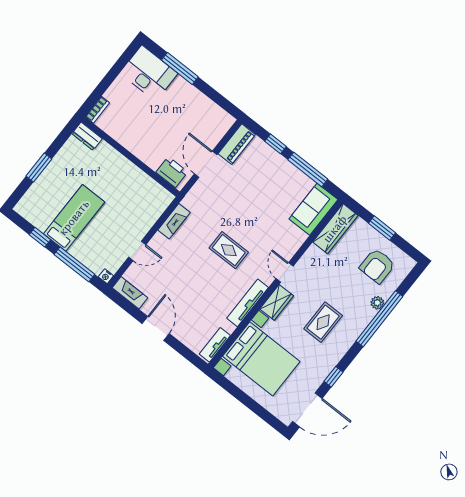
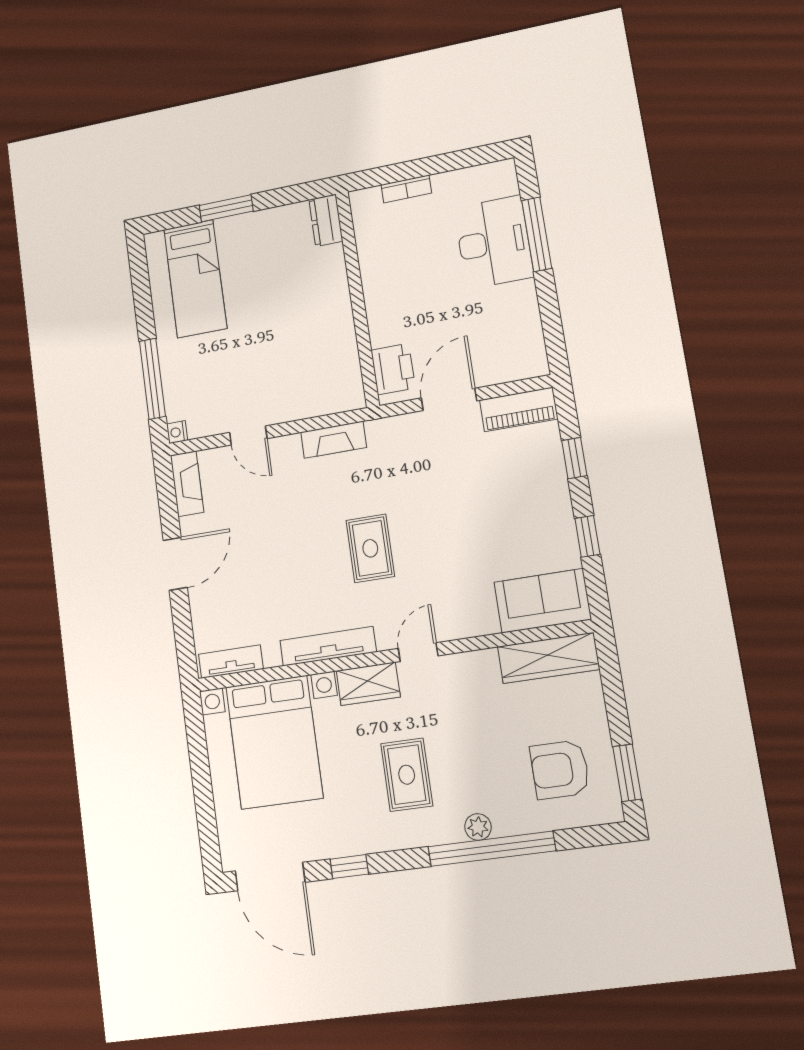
desk: (149, 73) -> (494, 242), moved
bookcase: (97, 110) -> (406, 189), moved
window: (308, 169) -> (587, 536), width x0.46
bed: (74, 218) -> (195, 279), moved, turned 90
window: (382, 228) -> (627, 773), moved
window: (40, 237) -> (143, 303), removed
plant: (377, 303) -> (478, 827), moved
rug: (323, 322) -> (407, 775), turned 90

